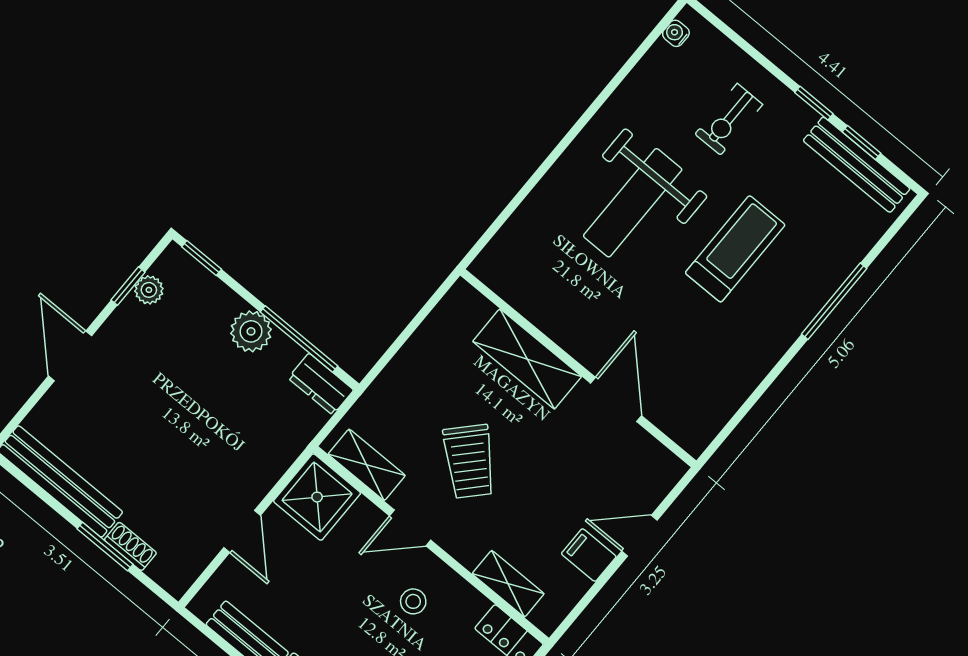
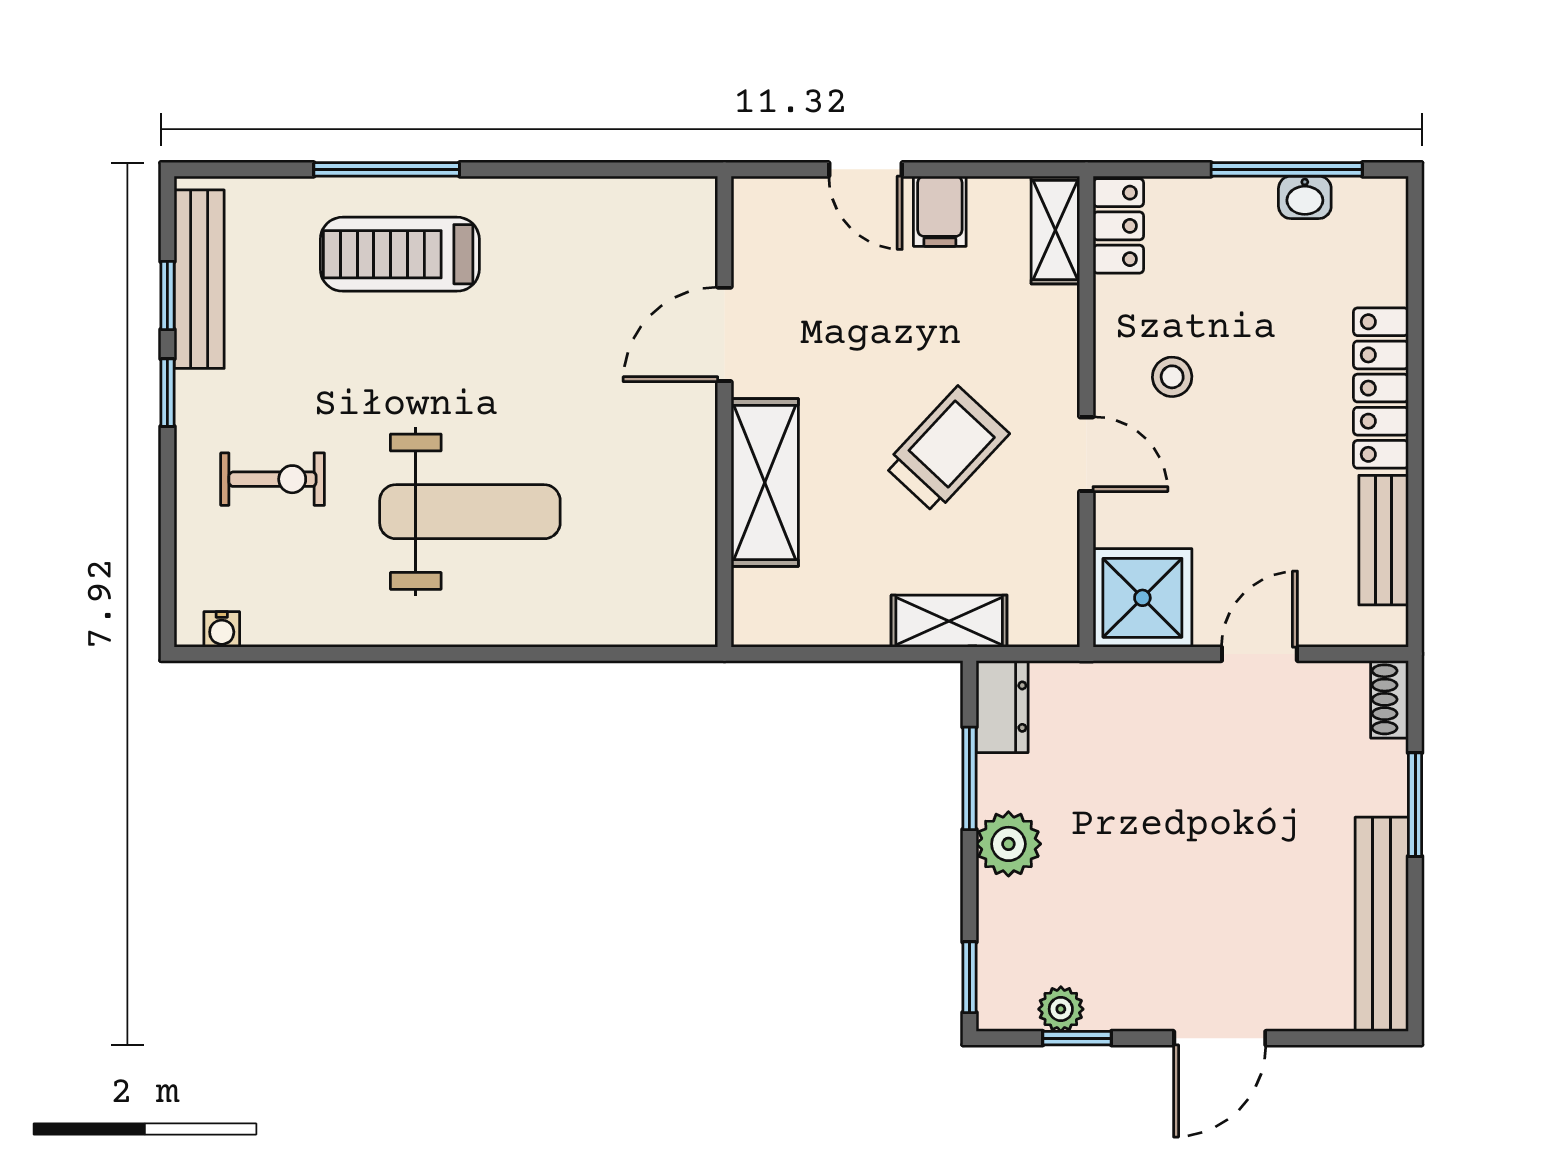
treadmill: (735, 249) -> (400, 254), moved
window: (299, 339) -> (969, 778), width x0.69
shelving: (367, 465) -> (949, 621), moved, turned 90
shoe rack: (130, 546) -> (1389, 699), moved
shelving: (508, 584) -> (1055, 230), moved

